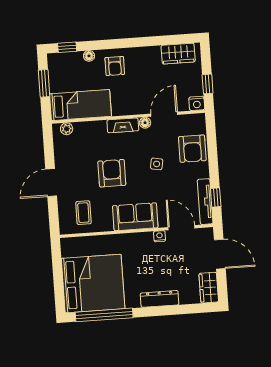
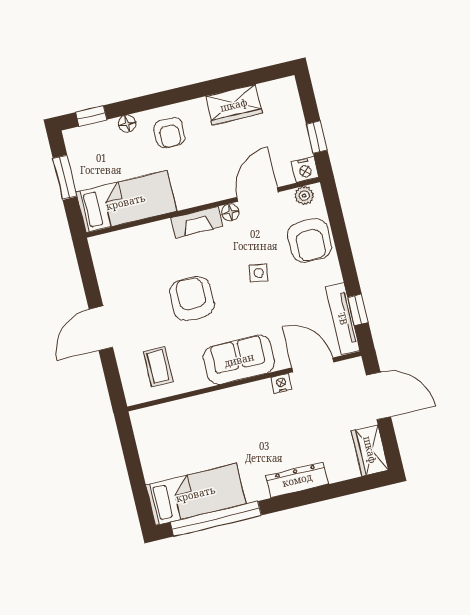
wardrobe: (178, 54) -> (234, 105), moved
plant: (67, 129) -> (304, 196), moved
bed: (93, 284) -> (196, 494), width x0.49

